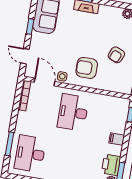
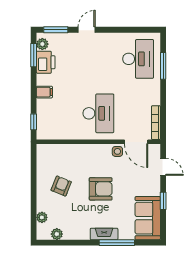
armchair: (87, 68) -> (101, 189), moved

